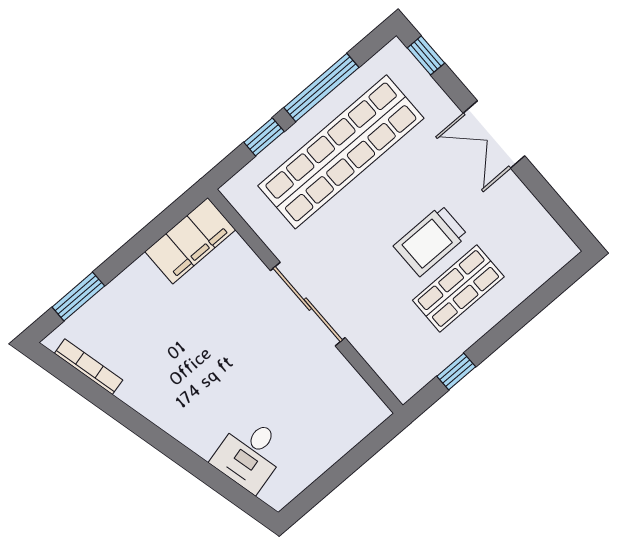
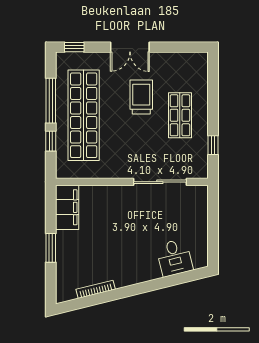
trolley: (431, 241) -> (141, 97), moved, turned 180
window: (78, 296) -> (51, 248), moved
sliding door: (308, 304) -> (160, 182), moved
bookcase: (89, 367) -> (96, 289), moved

